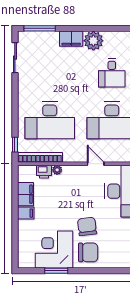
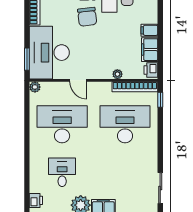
printer: (44, 172) -> (151, 70), moved, turned -90

